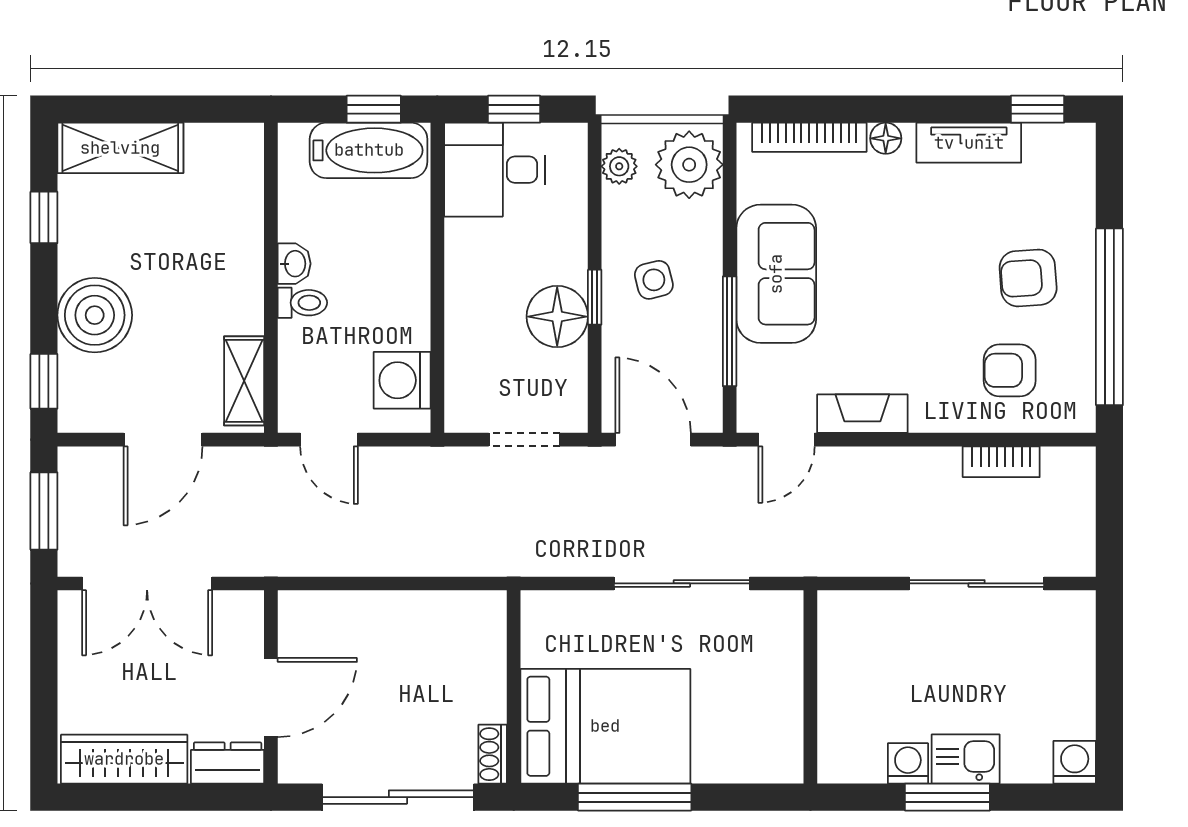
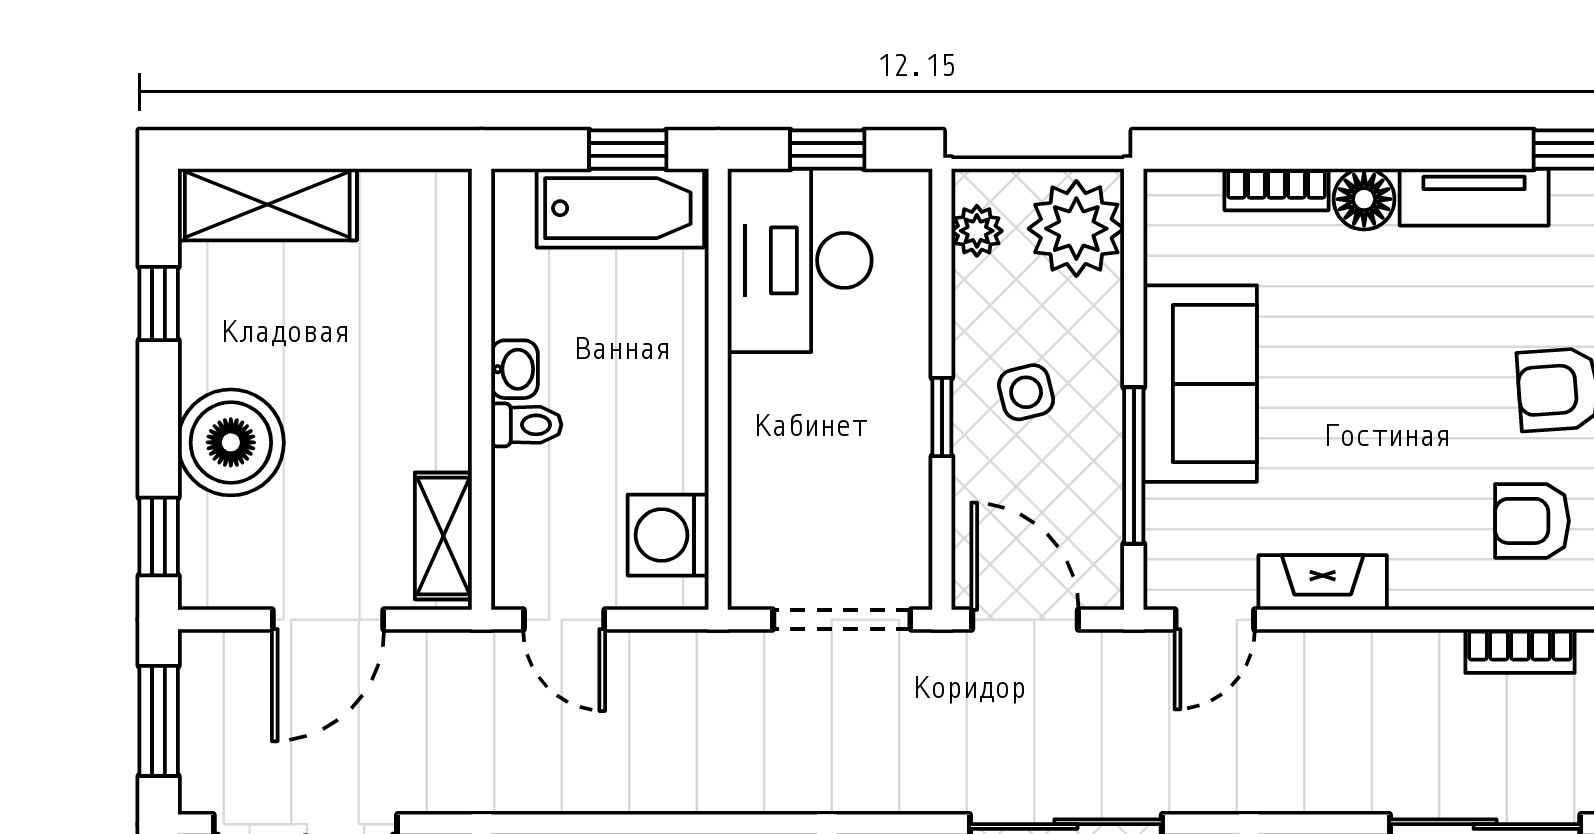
bookcase: (809, 137) -> (1276, 190), width x0.64
floor lamp: (886, 138) -> (1364, 199), width x1.37, depth x1.37
desk: (495, 170) -> (800, 260), width x1.37
floor lamp: (557, 317) -> (889, 444), removed
doorway: (524, 440) -> (842, 620), width x1.38

